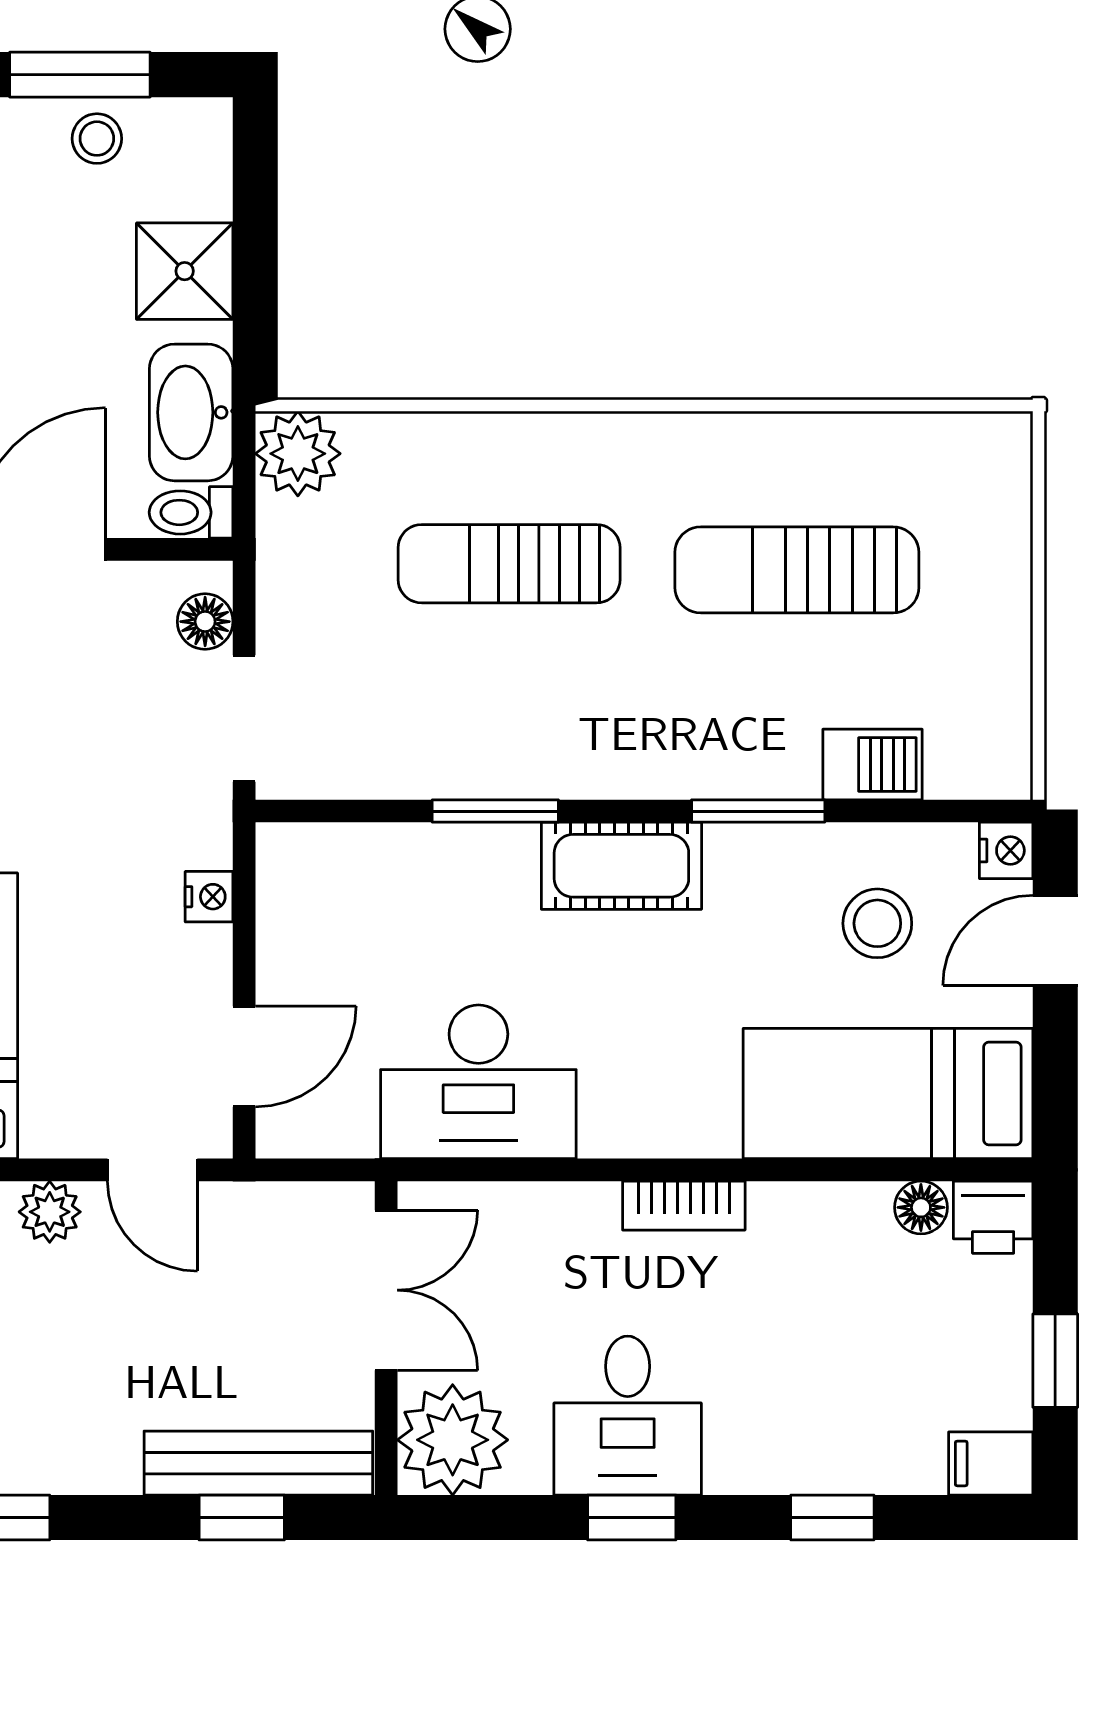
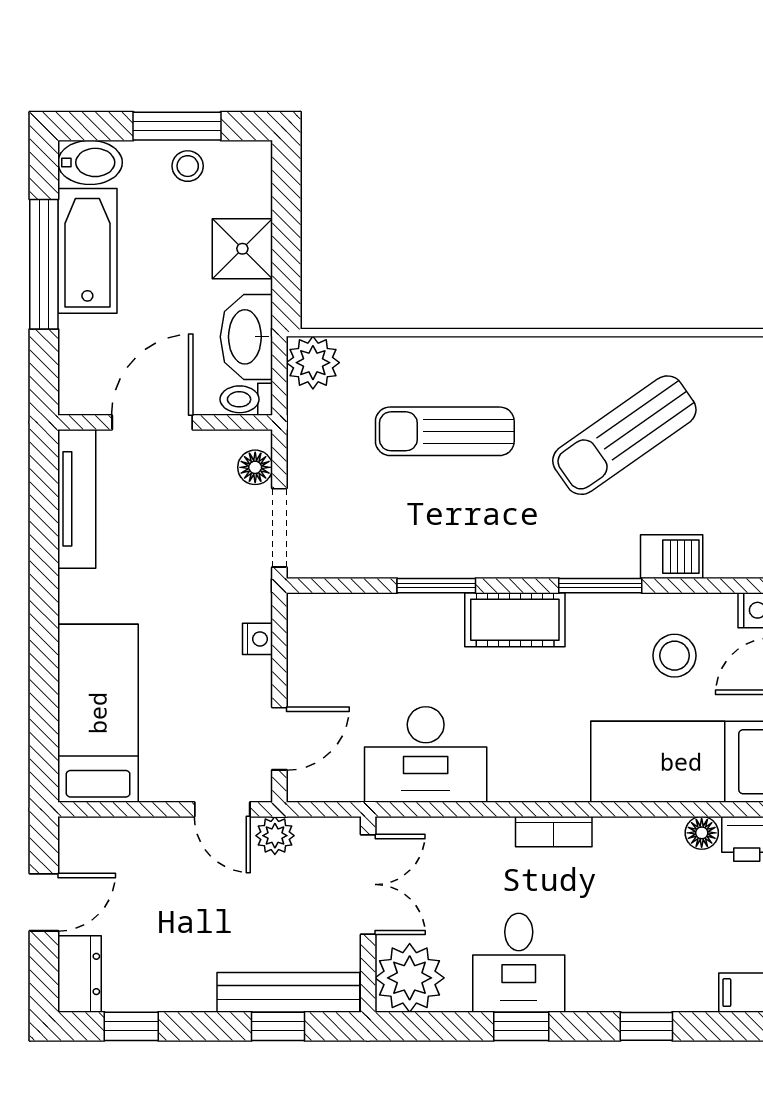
sun lounger: (797, 570) -> (624, 435), turned -35
plant: (50, 1212) -> (275, 836), moved

